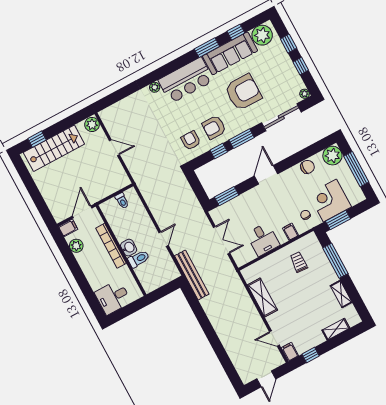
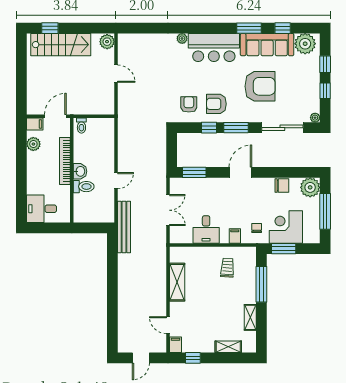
toilet: (122, 201) -> (81, 126), moved

